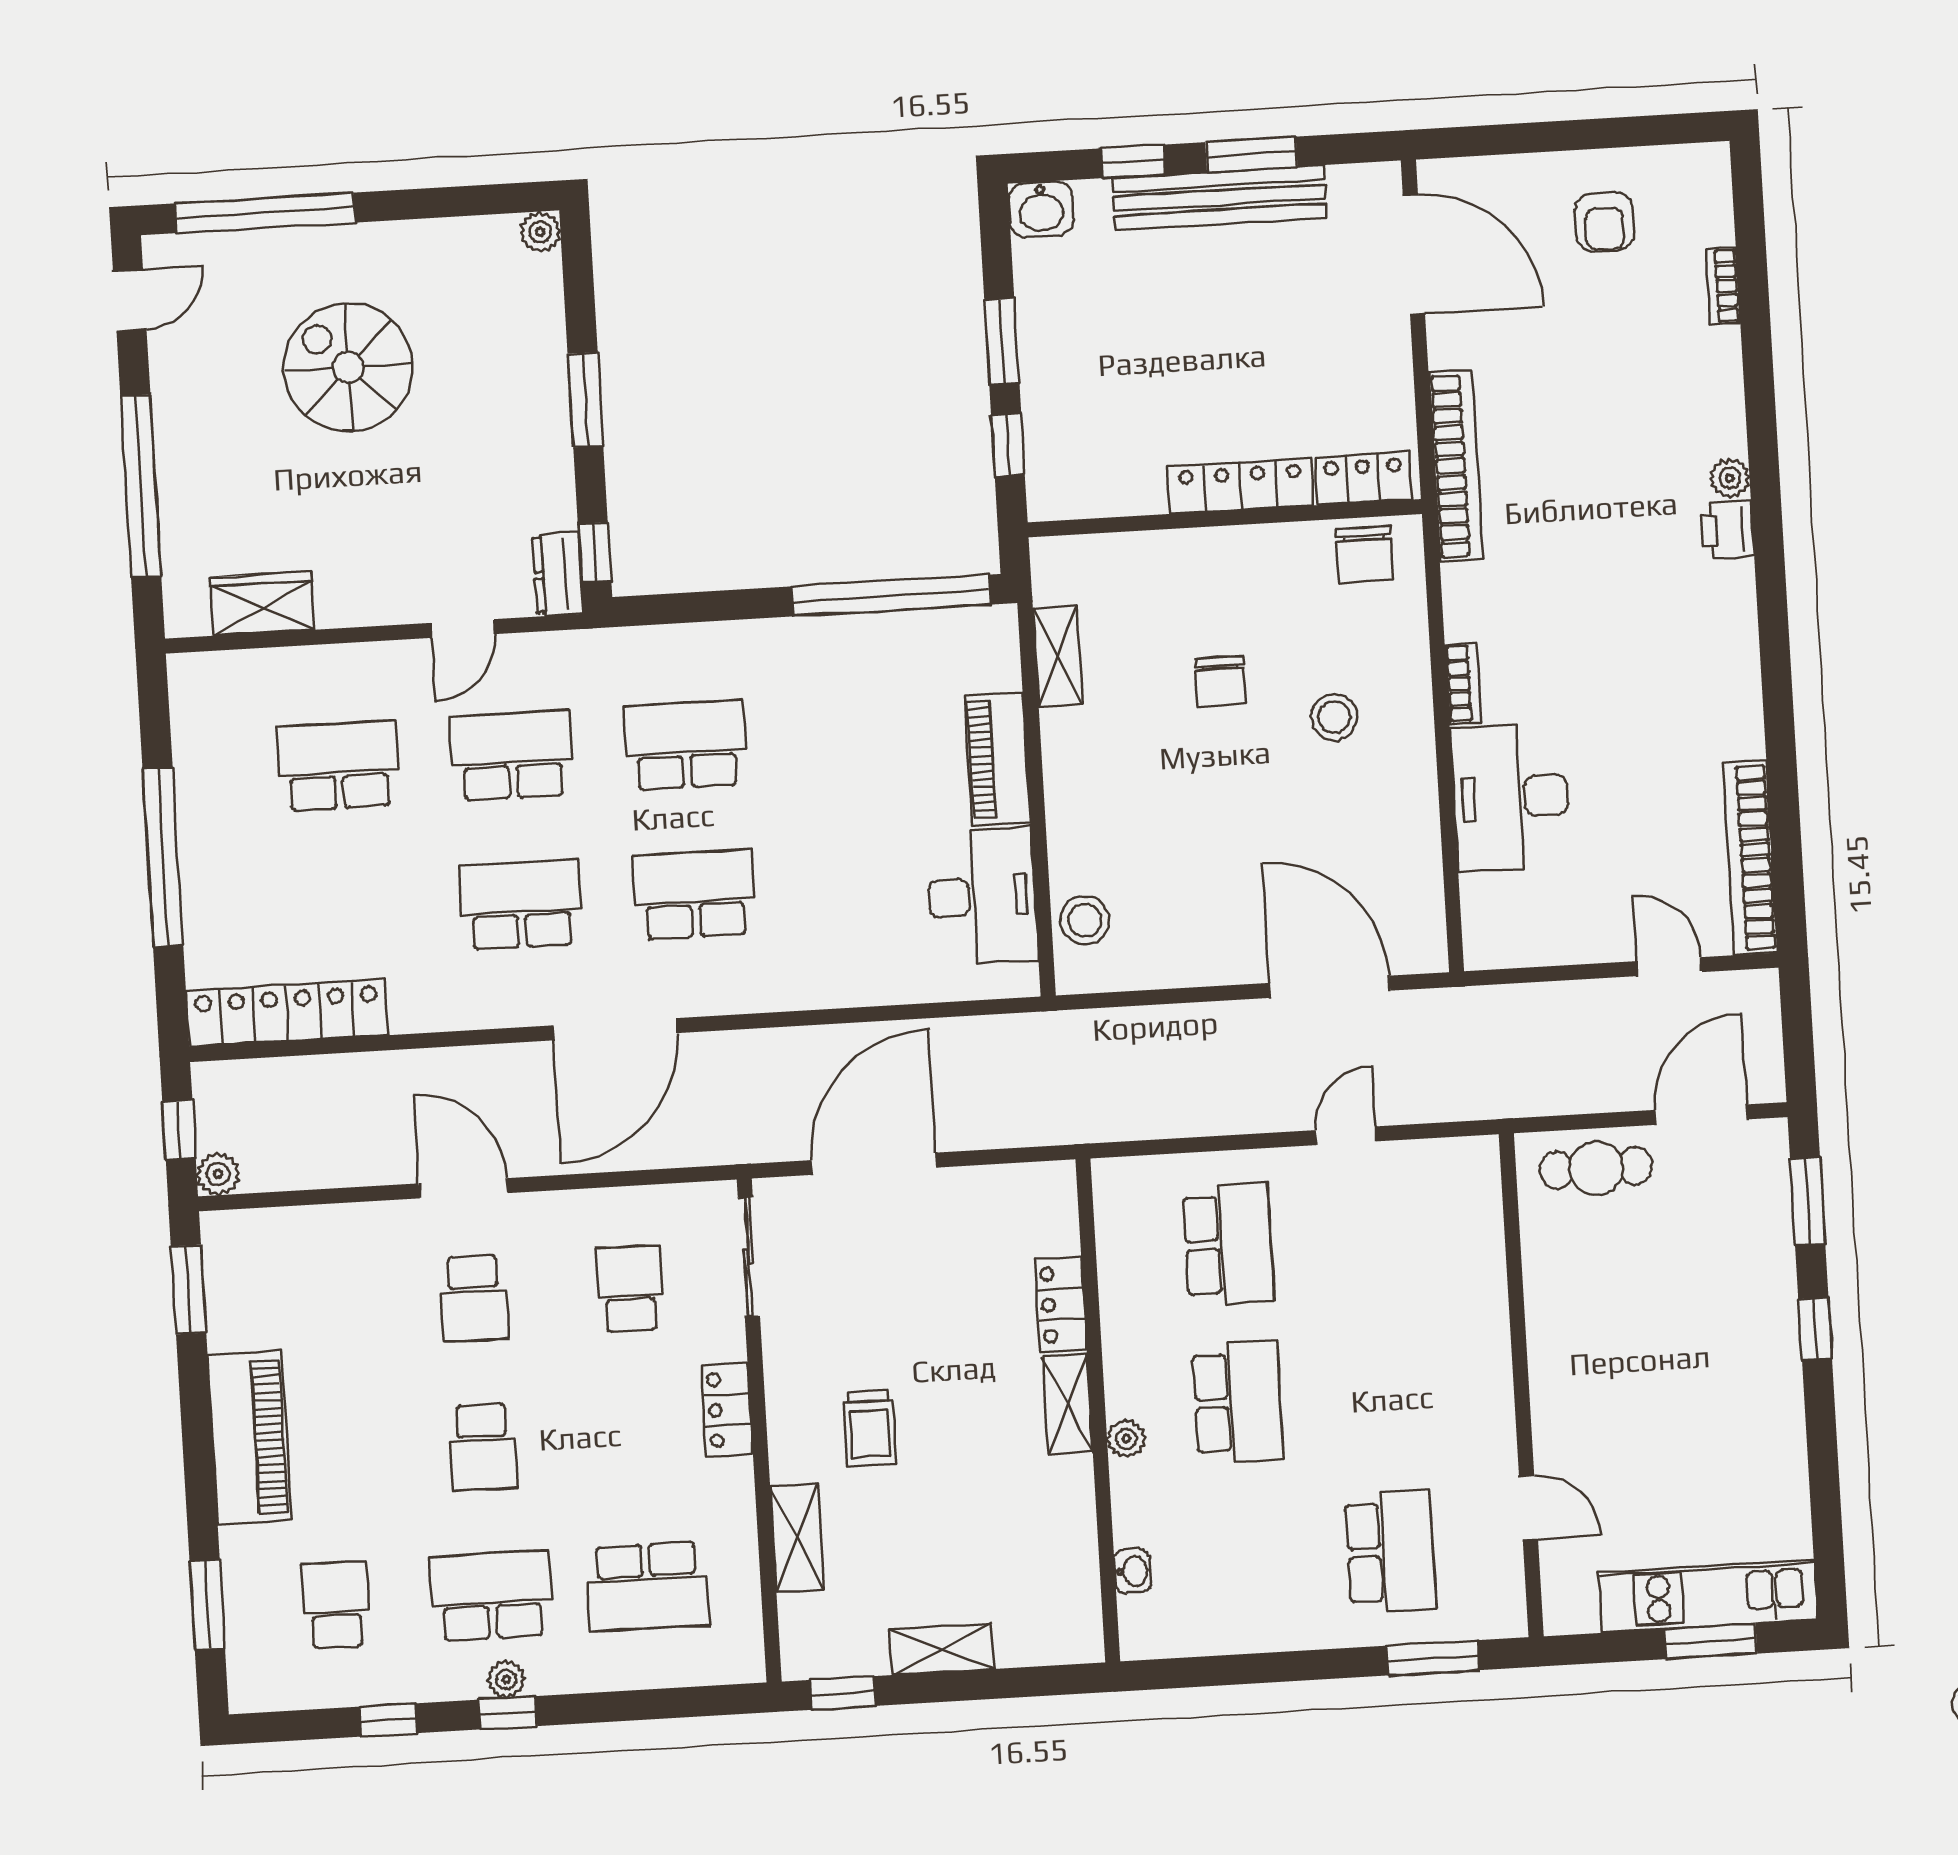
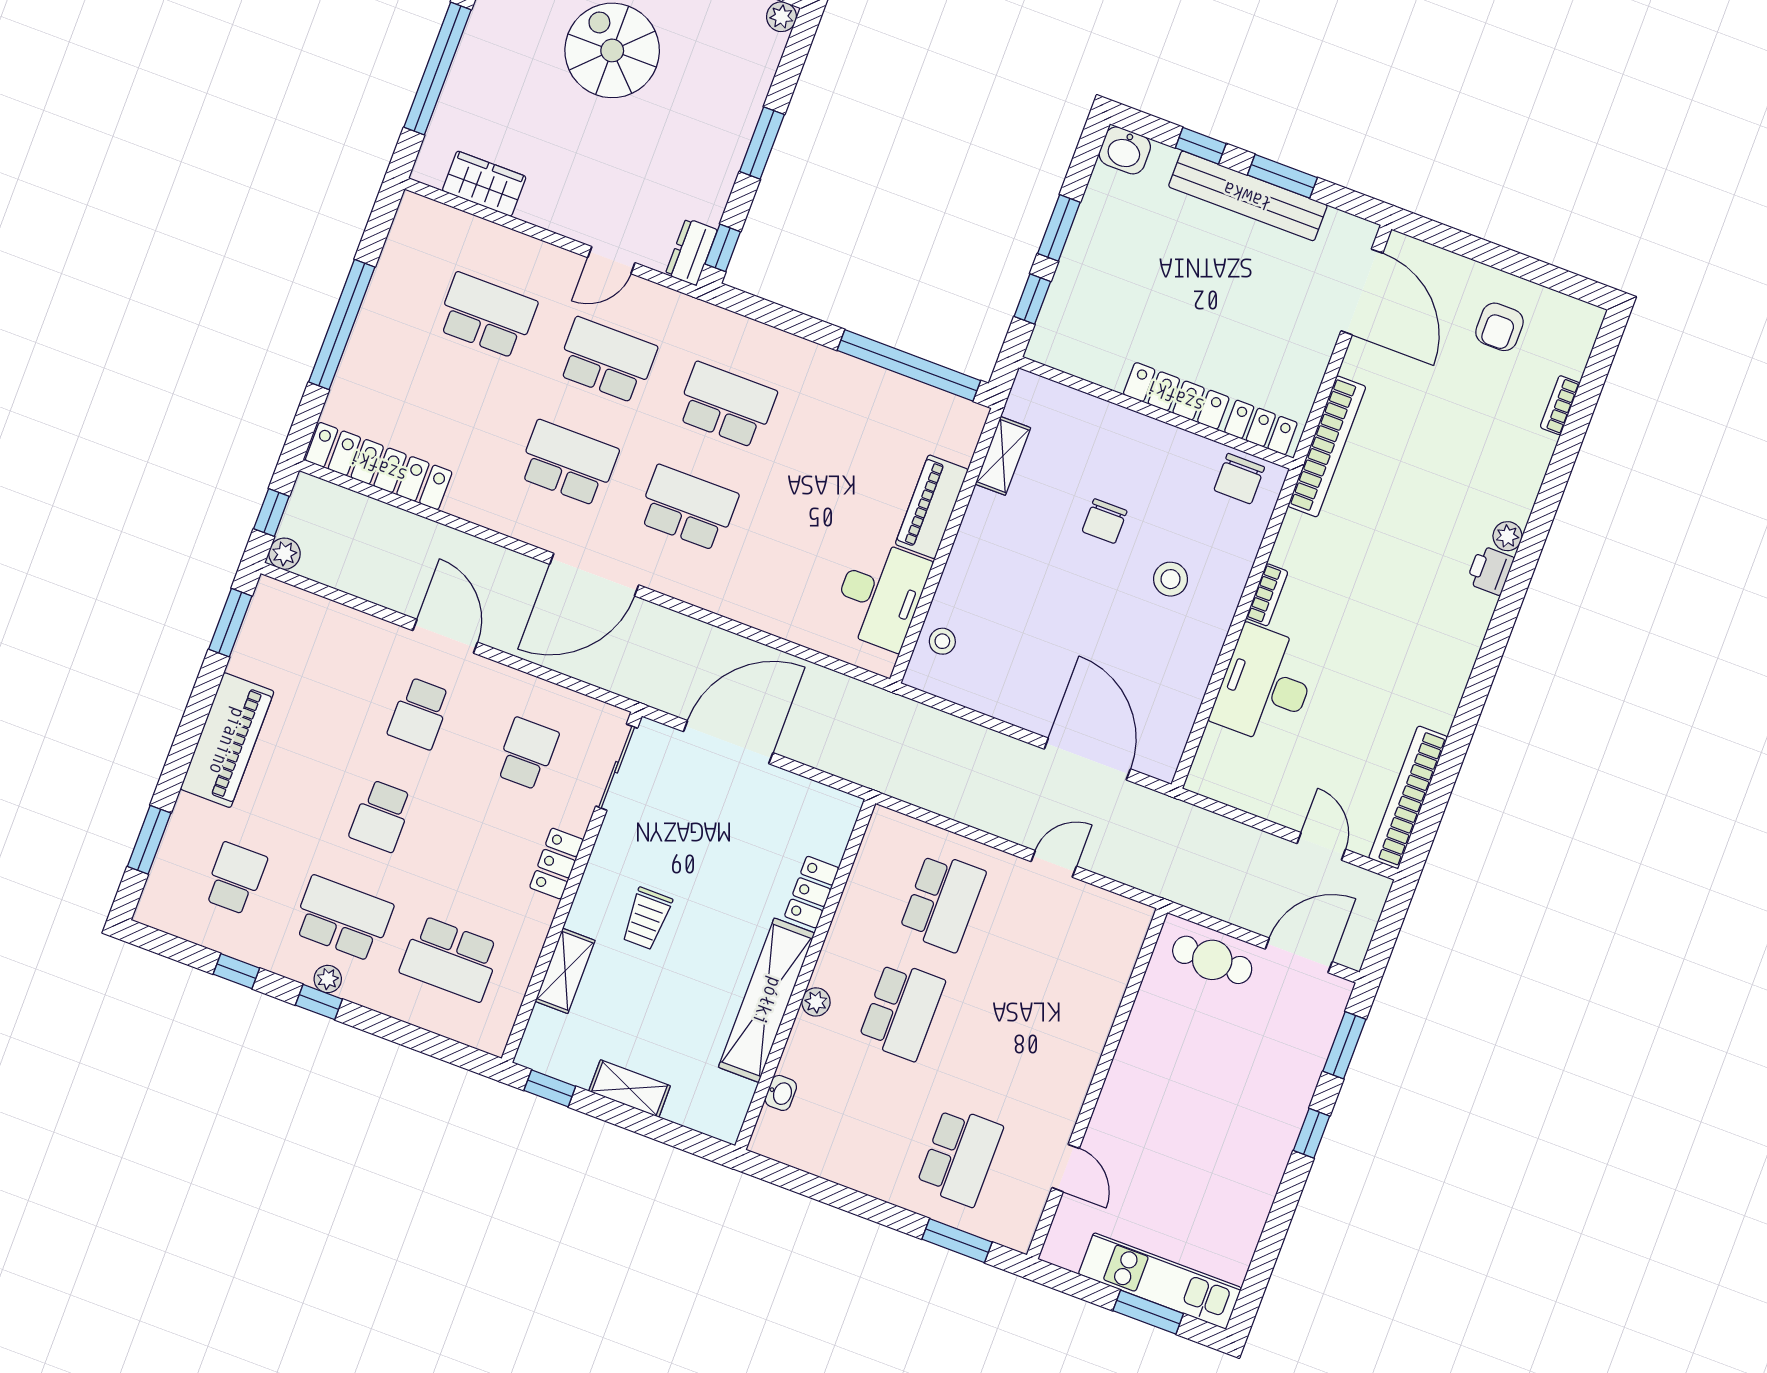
stool: (1085, 920) -> (942, 641), width x0.73, depth x0.73
shelving: (1068, 1404) -> (767, 1000), width x2.20, depth x1.33

